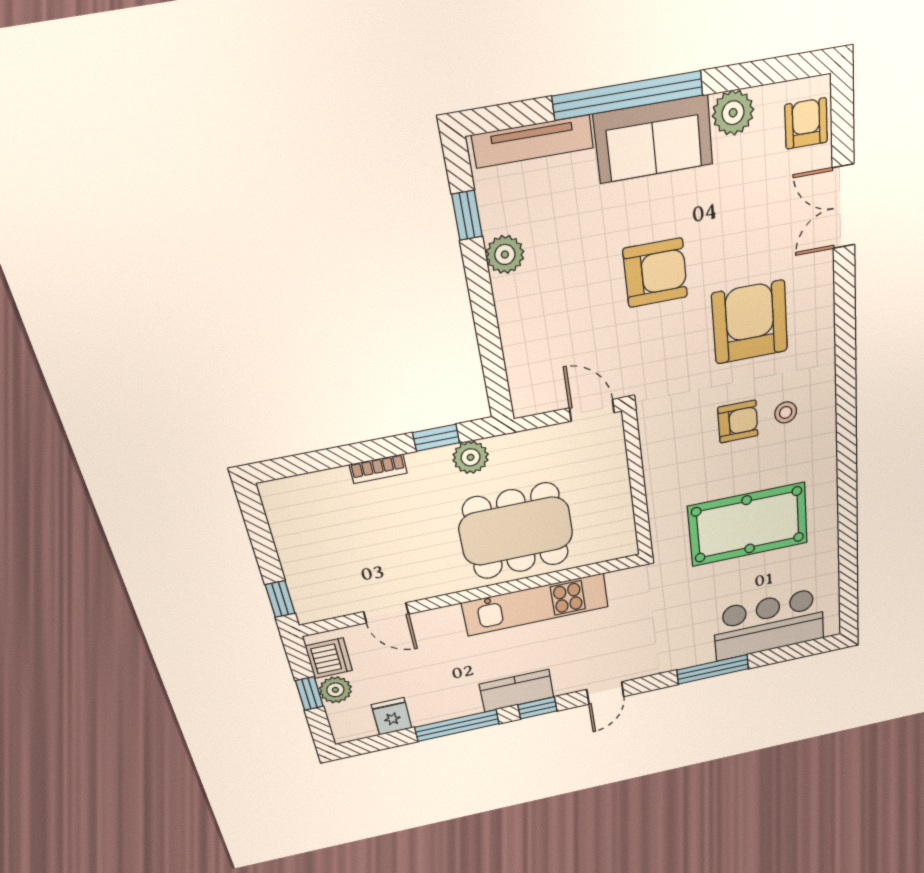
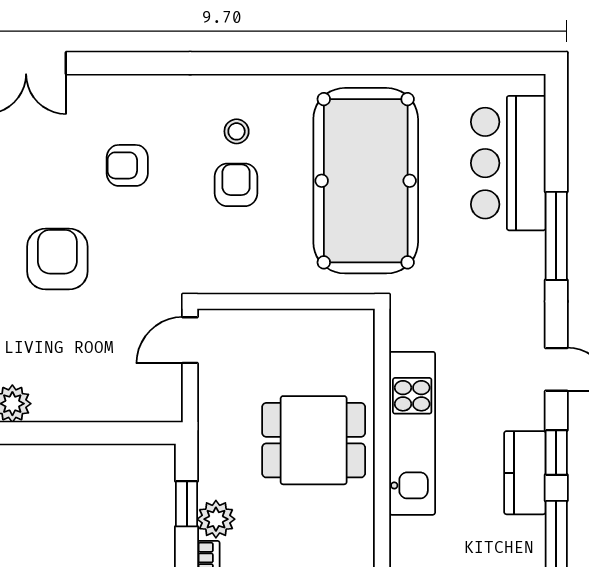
armchair: (750, 322) -> (127, 165), width x0.53, depth x0.53
plant: (471, 457) -> (216, 519), moved
pool table: (748, 525) -> (366, 181), width x1.36, depth x1.32
dining table: (516, 531) -> (314, 440), width x0.73

